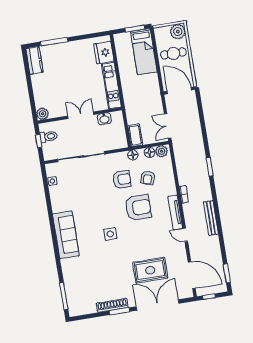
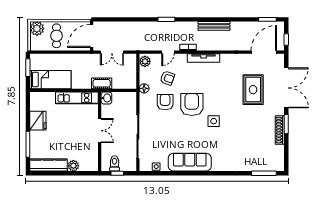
fridge: (104, 52) -> (38, 121), moved, turned -90
bed: (144, 52) -> (50, 80), moved
kitchen counter: (35, 60) -> (48, 165), width x1.50
plant: (43, 114) -> (73, 166), moved
double door: (81, 115) -> (100, 131), swing flipped
washbasin: (104, 119) -> (106, 98), moved
double door: (168, 126) -> (112, 52), moved
cot: (135, 135) -> (102, 83), moved
floor lamp: (150, 152) -> (144, 73), removed
armchair: (138, 208) -> (192, 104), moved
sofa: (66, 235) -> (190, 162), moved
door: (185, 235) -> (168, 52), moved
double door: (158, 305) -> (286, 88), swing flipped

